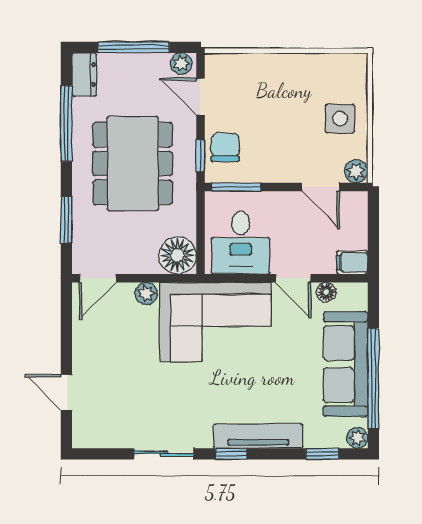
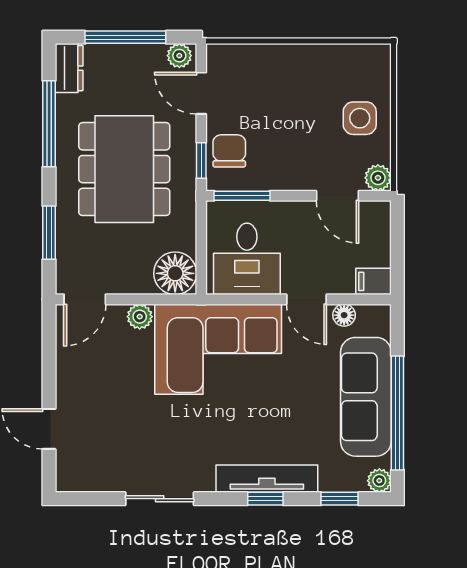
window: (231, 454) -> (265, 499), moved

